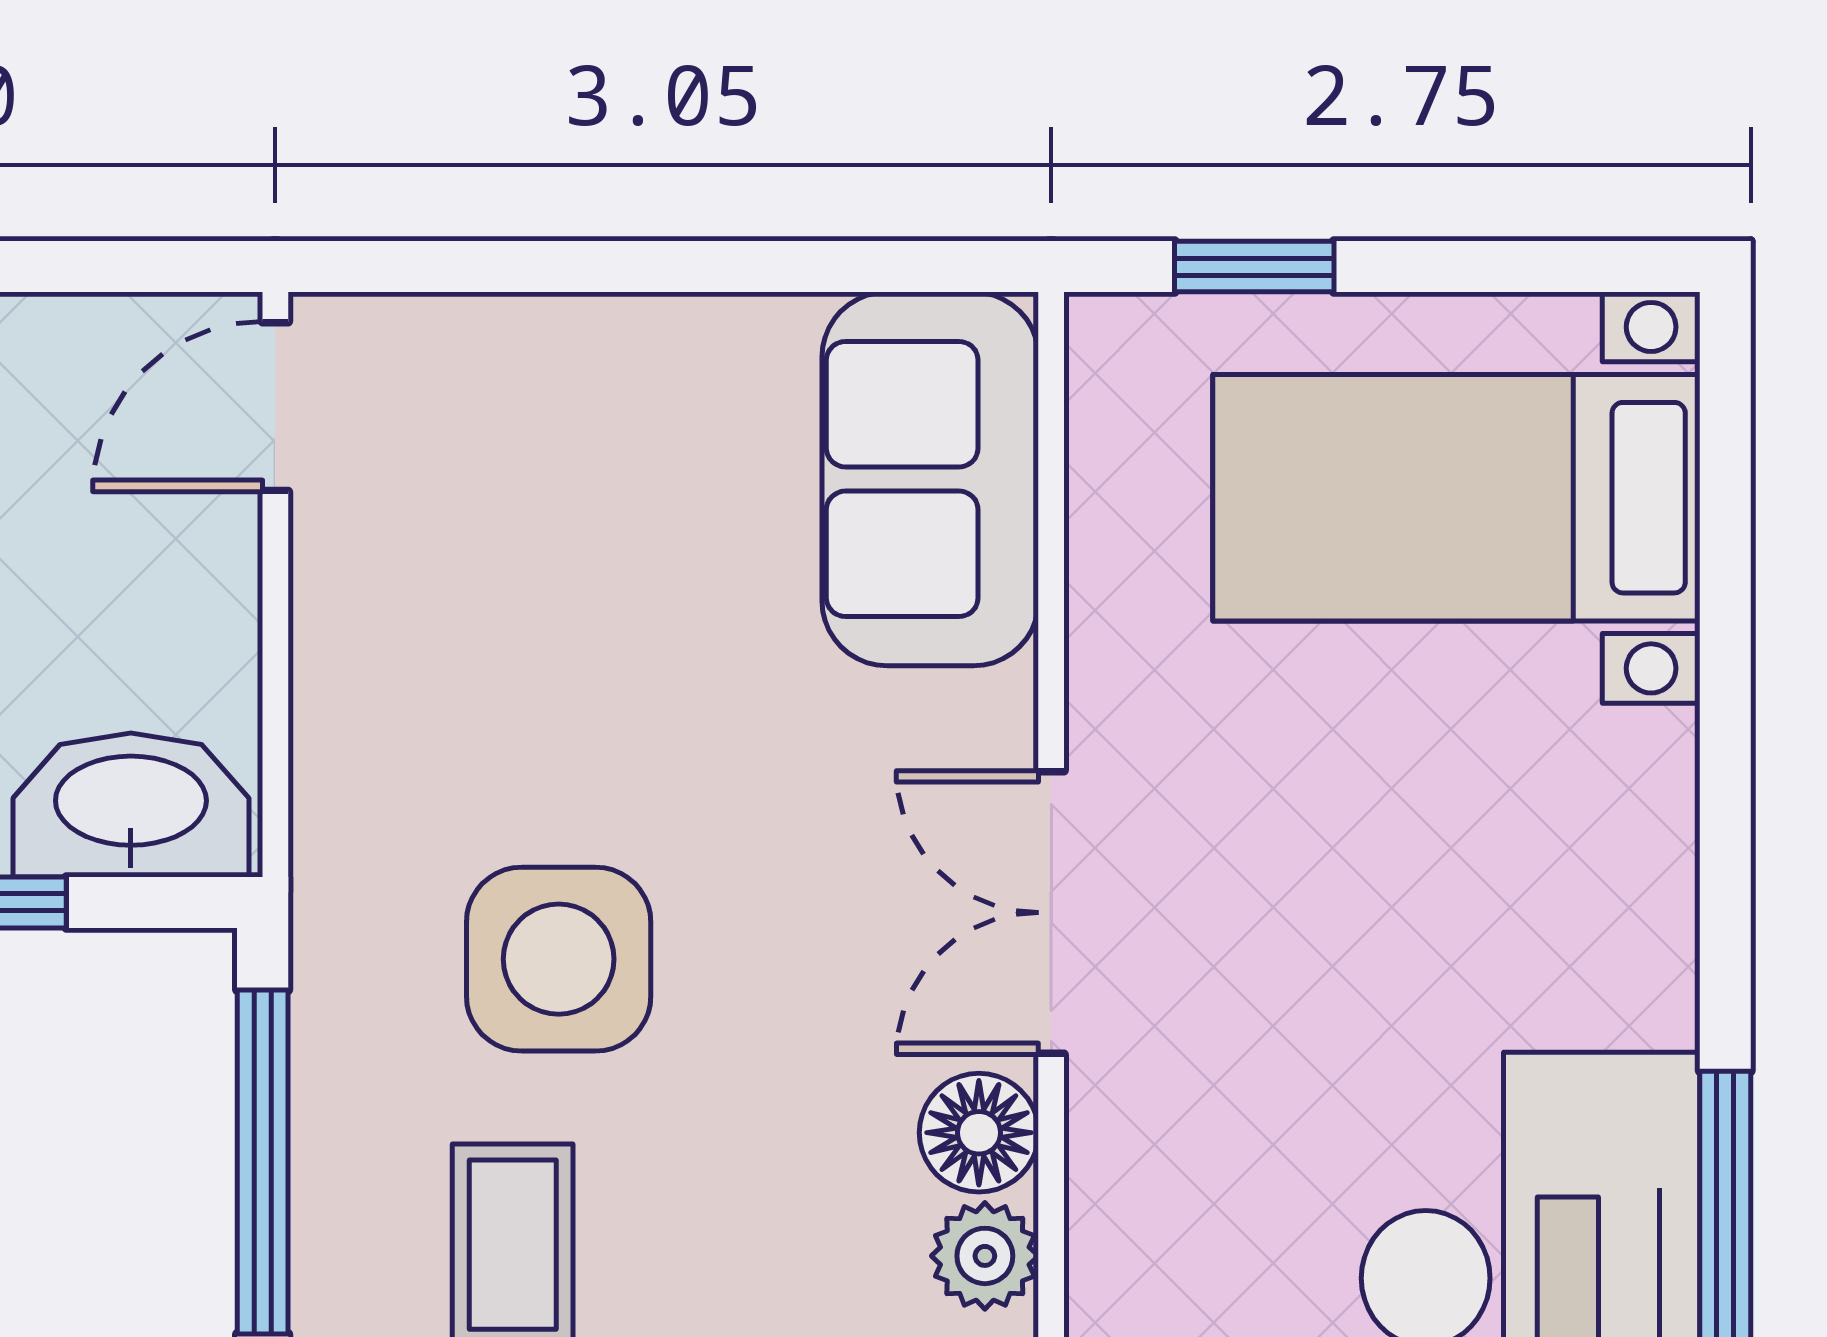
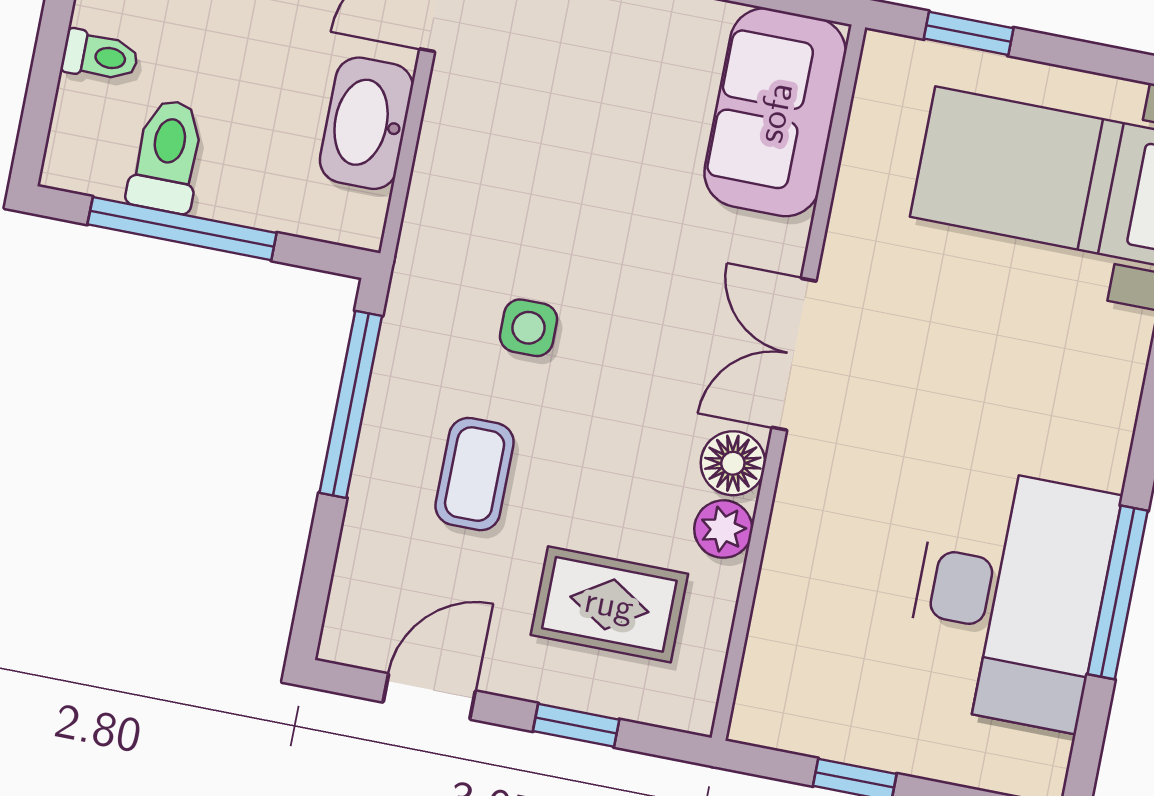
washbasin: (131, 805) -> (366, 123), moved, turned -90
side table: (559, 959) -> (528, 328), width x0.54, depth x0.54

